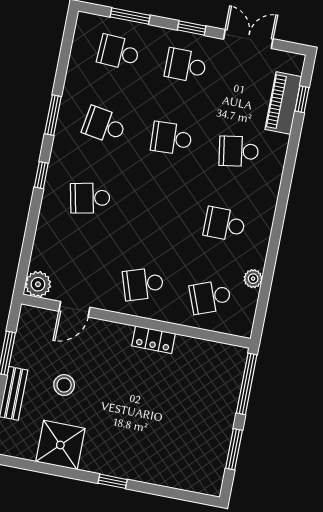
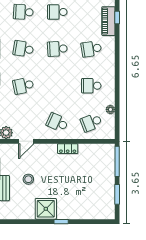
school desk: (143, 284) -> (57, 123), turned 42
shower: (60, 445) -> (46, 209), moved

